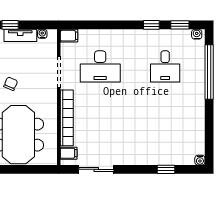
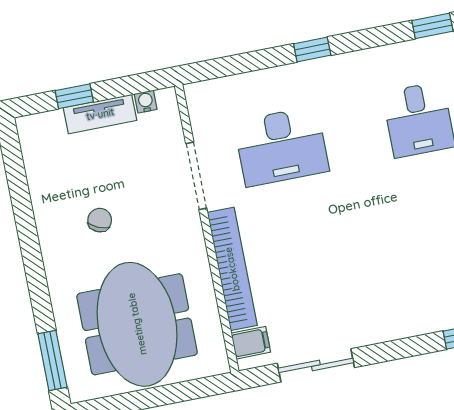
window: (151, 25) -> (312, 50), moved
filing cabinet: (69, 36) -> (203, 95), removed

